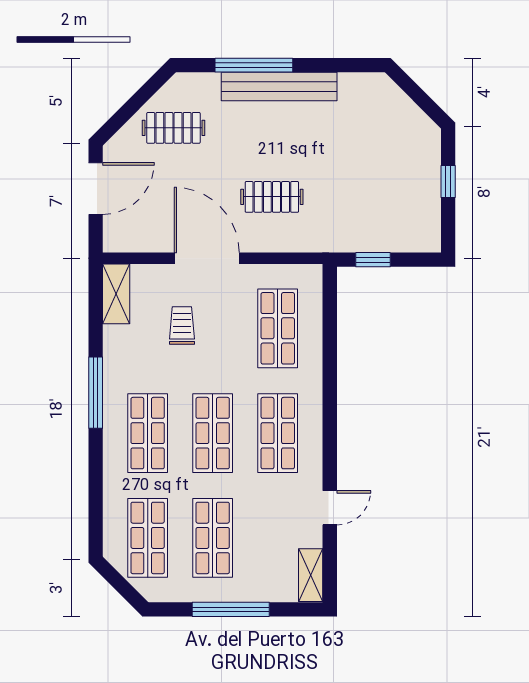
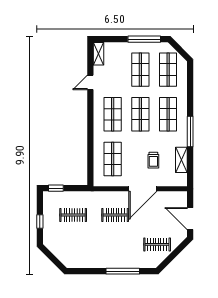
bench: (279, 87) -> (112, 262), removed
door: (96, 188) -> (190, 219), hinge flipped
clothes rail: (370, 197) -> (73, 215), added
door: (207, 258) -> (143, 189), hinge flipped
window: (373, 260) -> (56, 188), moved
shelving: (116, 294) -> (181, 160), moved
window: (231, 609) -> (144, 39), moved

